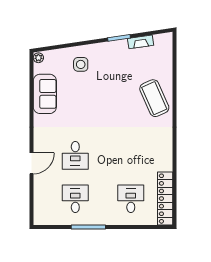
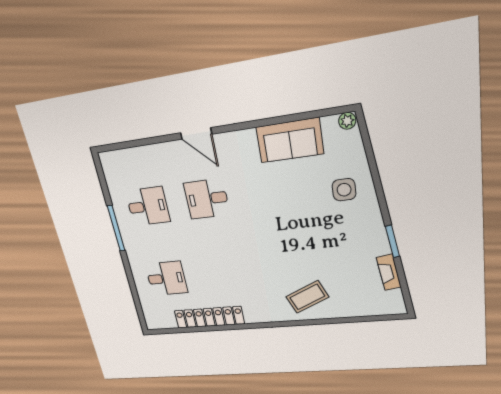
coffee table: (154, 98) -> (307, 297), width x0.73, depth x0.76
door: (32, 163) -> (196, 133), moved
locker: (165, 199) -> (209, 317), moved

